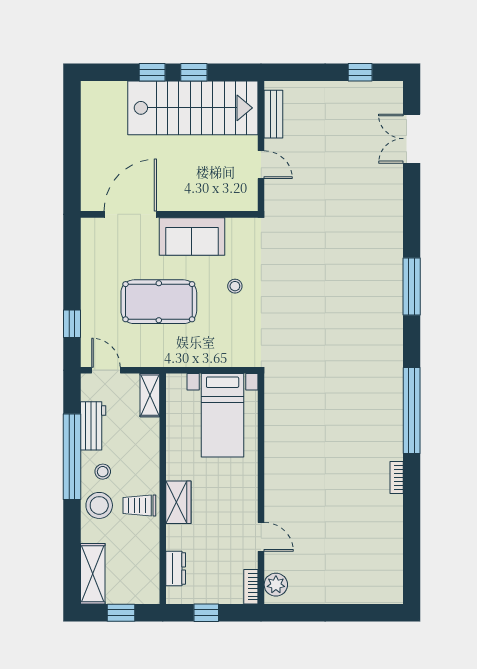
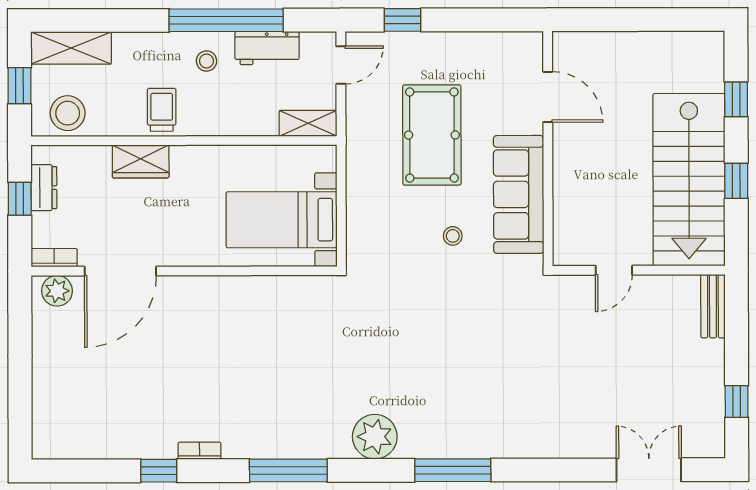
window: (152, 72) -> (736, 99), moved
bench: (273, 114) -> (713, 306), moved, turned 90
door: (130, 214) -> (548, 97), width x0.73
sofa: (192, 236) -> (519, 194), width x1.36
plant: (386, 345) -> (375, 437), added
window: (412, 410) -> (288, 470), width x0.68
wardrobe: (178, 502) -> (141, 161), moved
stool: (99, 505) -> (68, 113), moved
window: (412, 508) -> (159, 471), added
door: (261, 537) -> (120, 271), width x1.88
dresser: (176, 568) -> (44, 188), moved, turned -90

